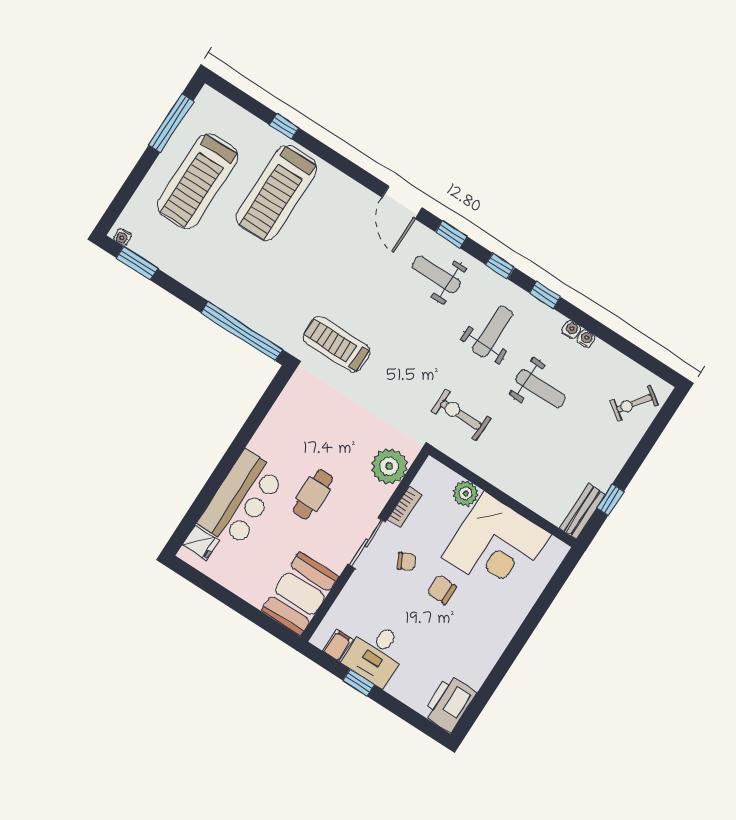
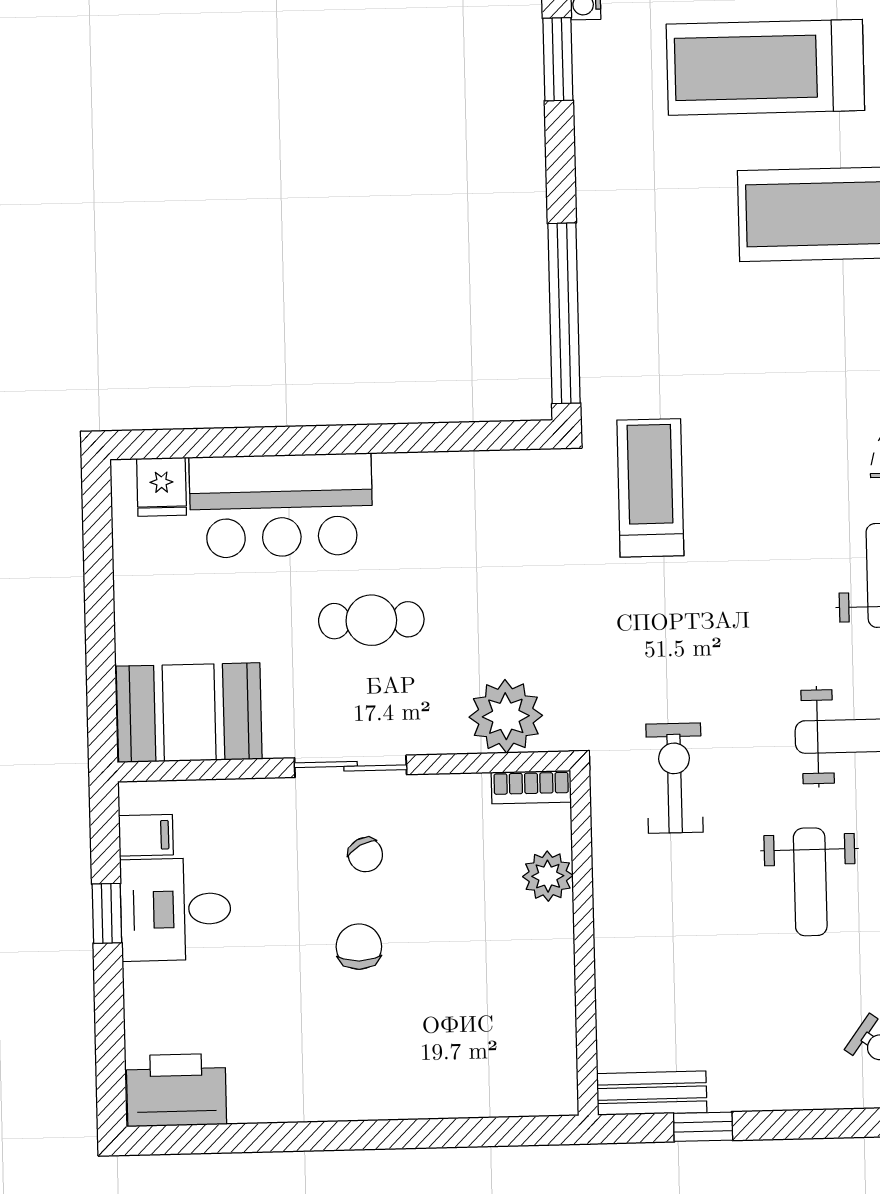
bookcase: (405, 507) -> (531, 787), moved
corner desk: (496, 546) -> (495, 988), removed

